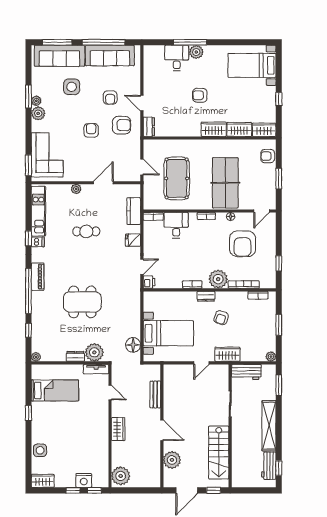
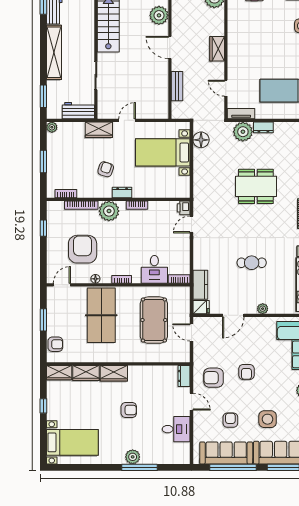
desk: (177, 58) -> (176, 429), moved, turned -90
armchair: (110, 98) -> (230, 420), moved
fridge: (133, 240) -> (201, 307), moved

